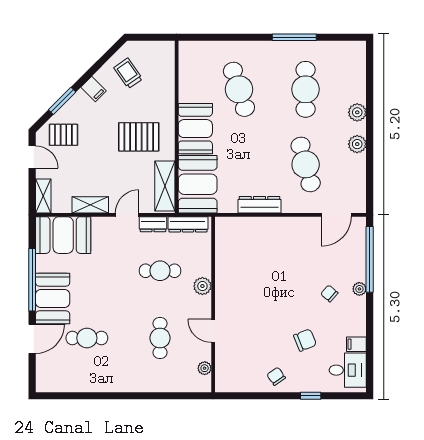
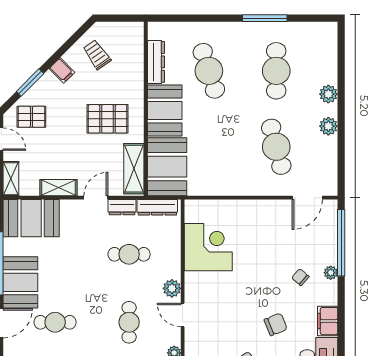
dresser: (259, 205) -> (156, 62), moved, turned 90
corner desk: (238, 264) -> (208, 247), added
plant: (202, 286) -> (172, 288), moved
filing cabinet: (356, 344) -> (328, 321), width x2.00

